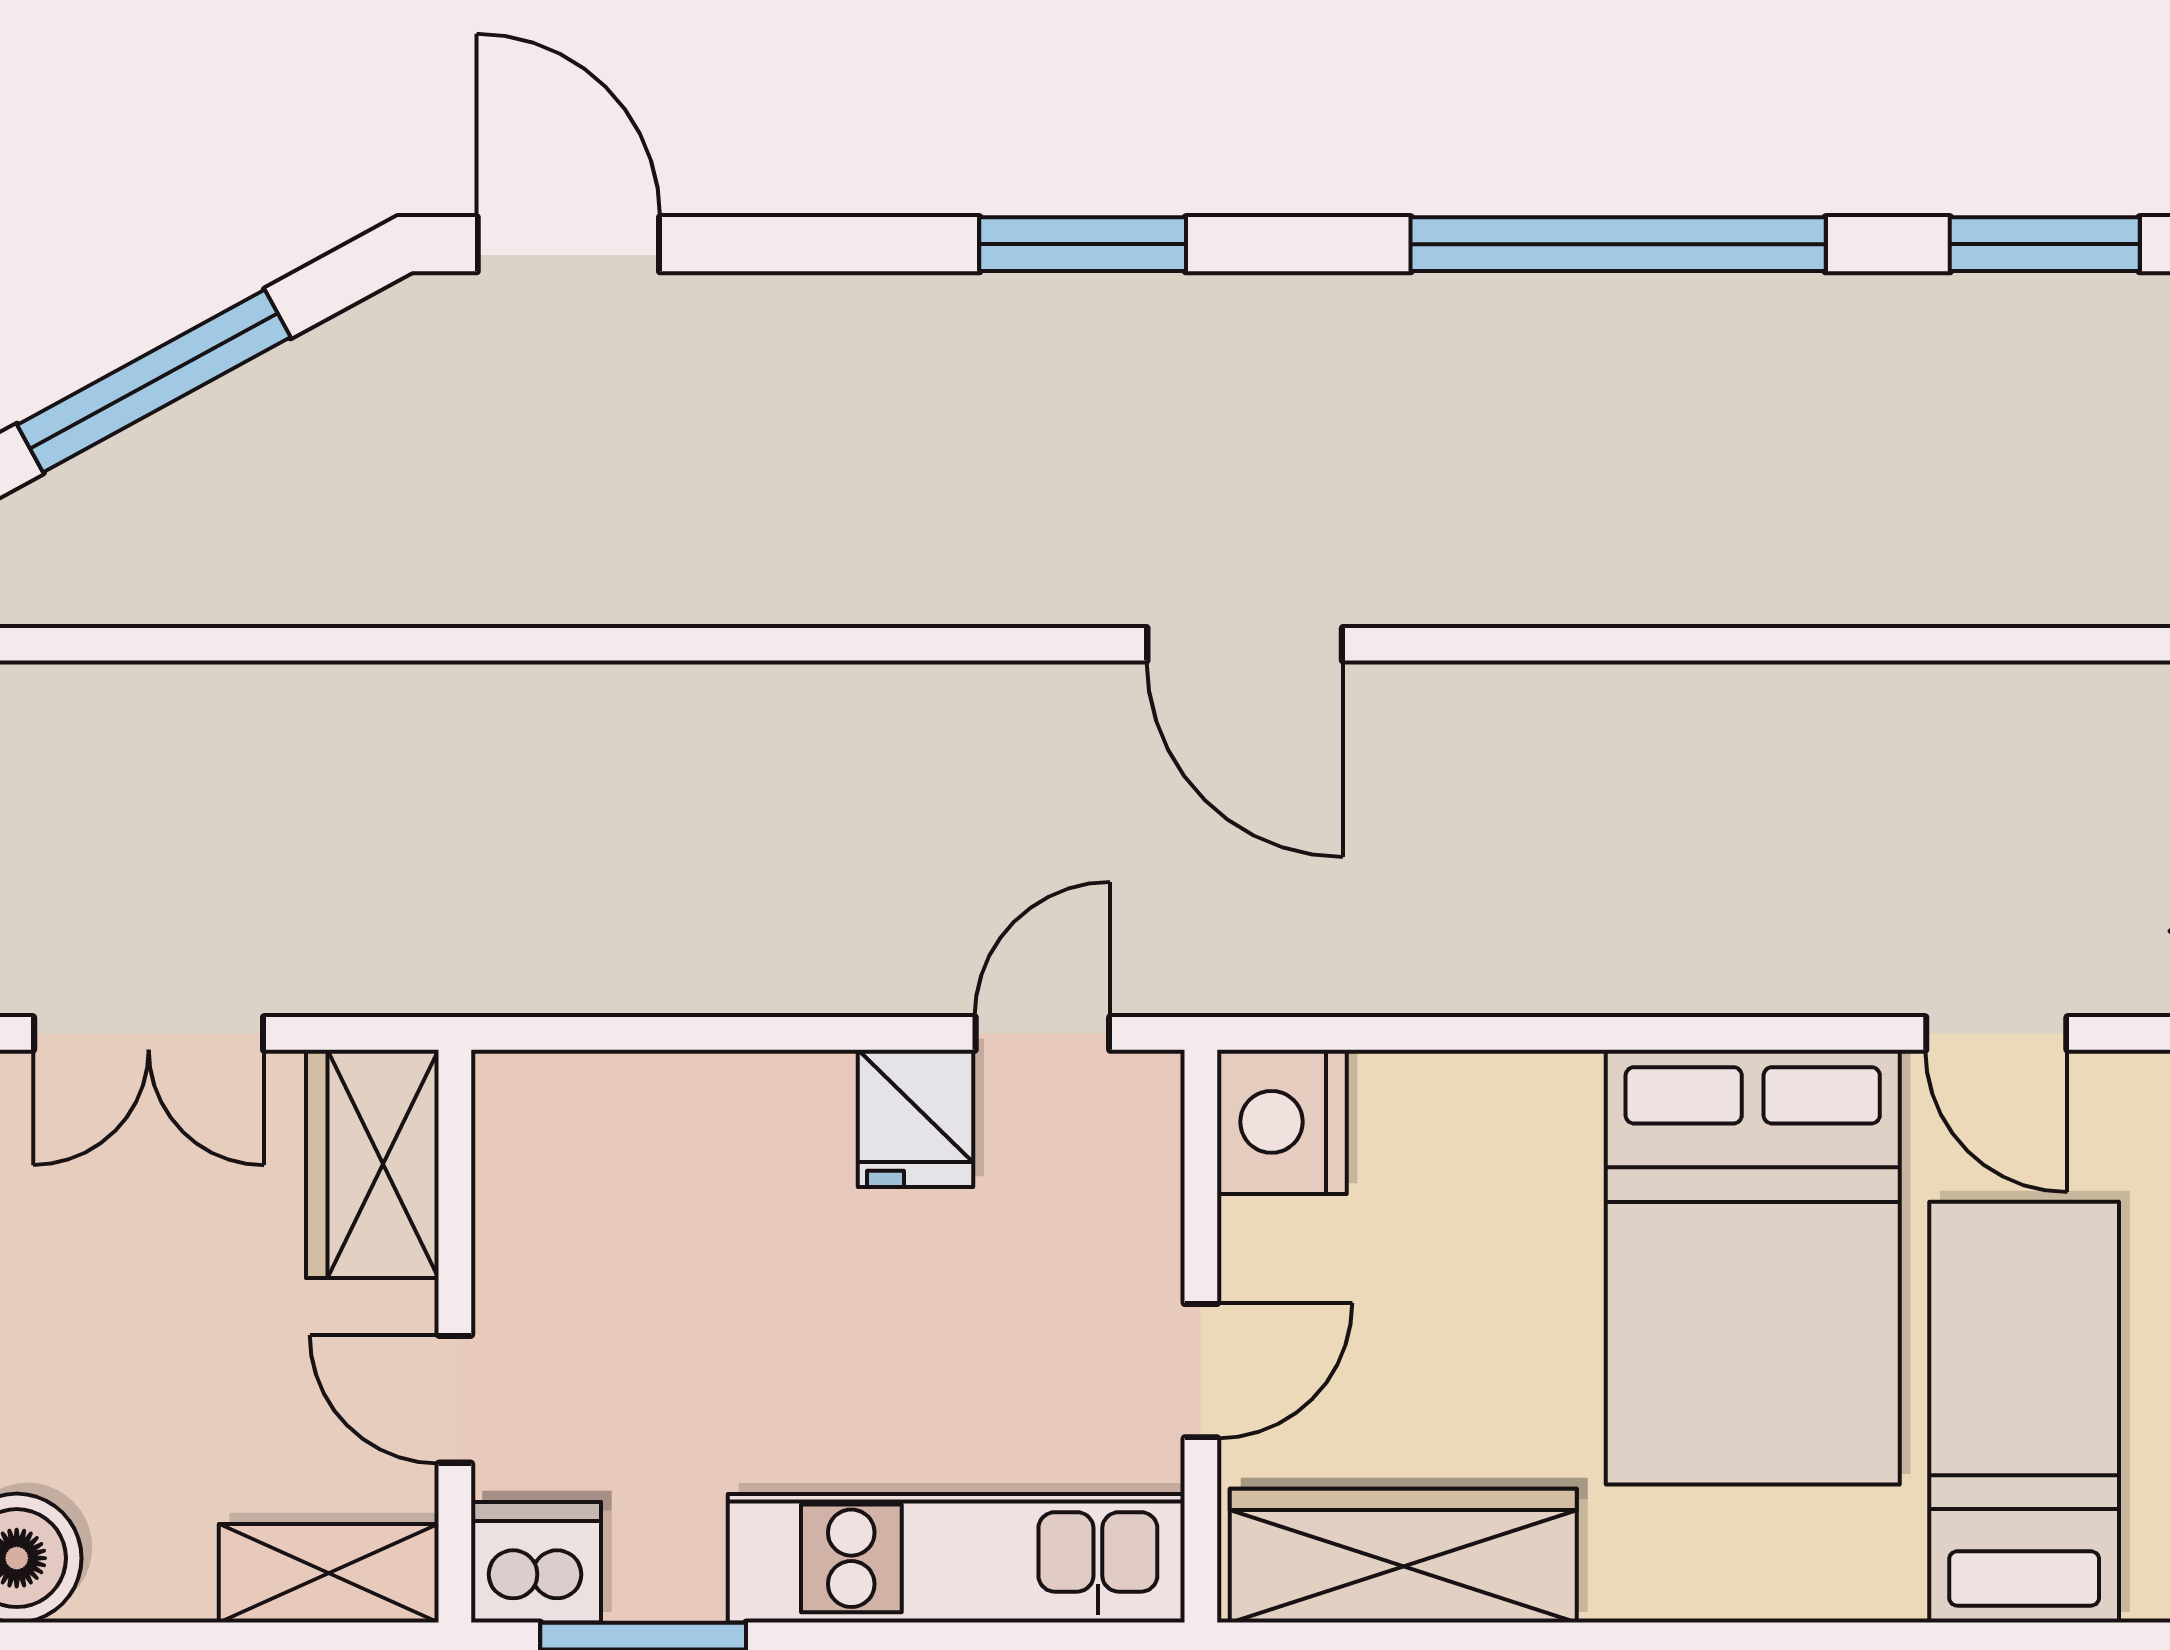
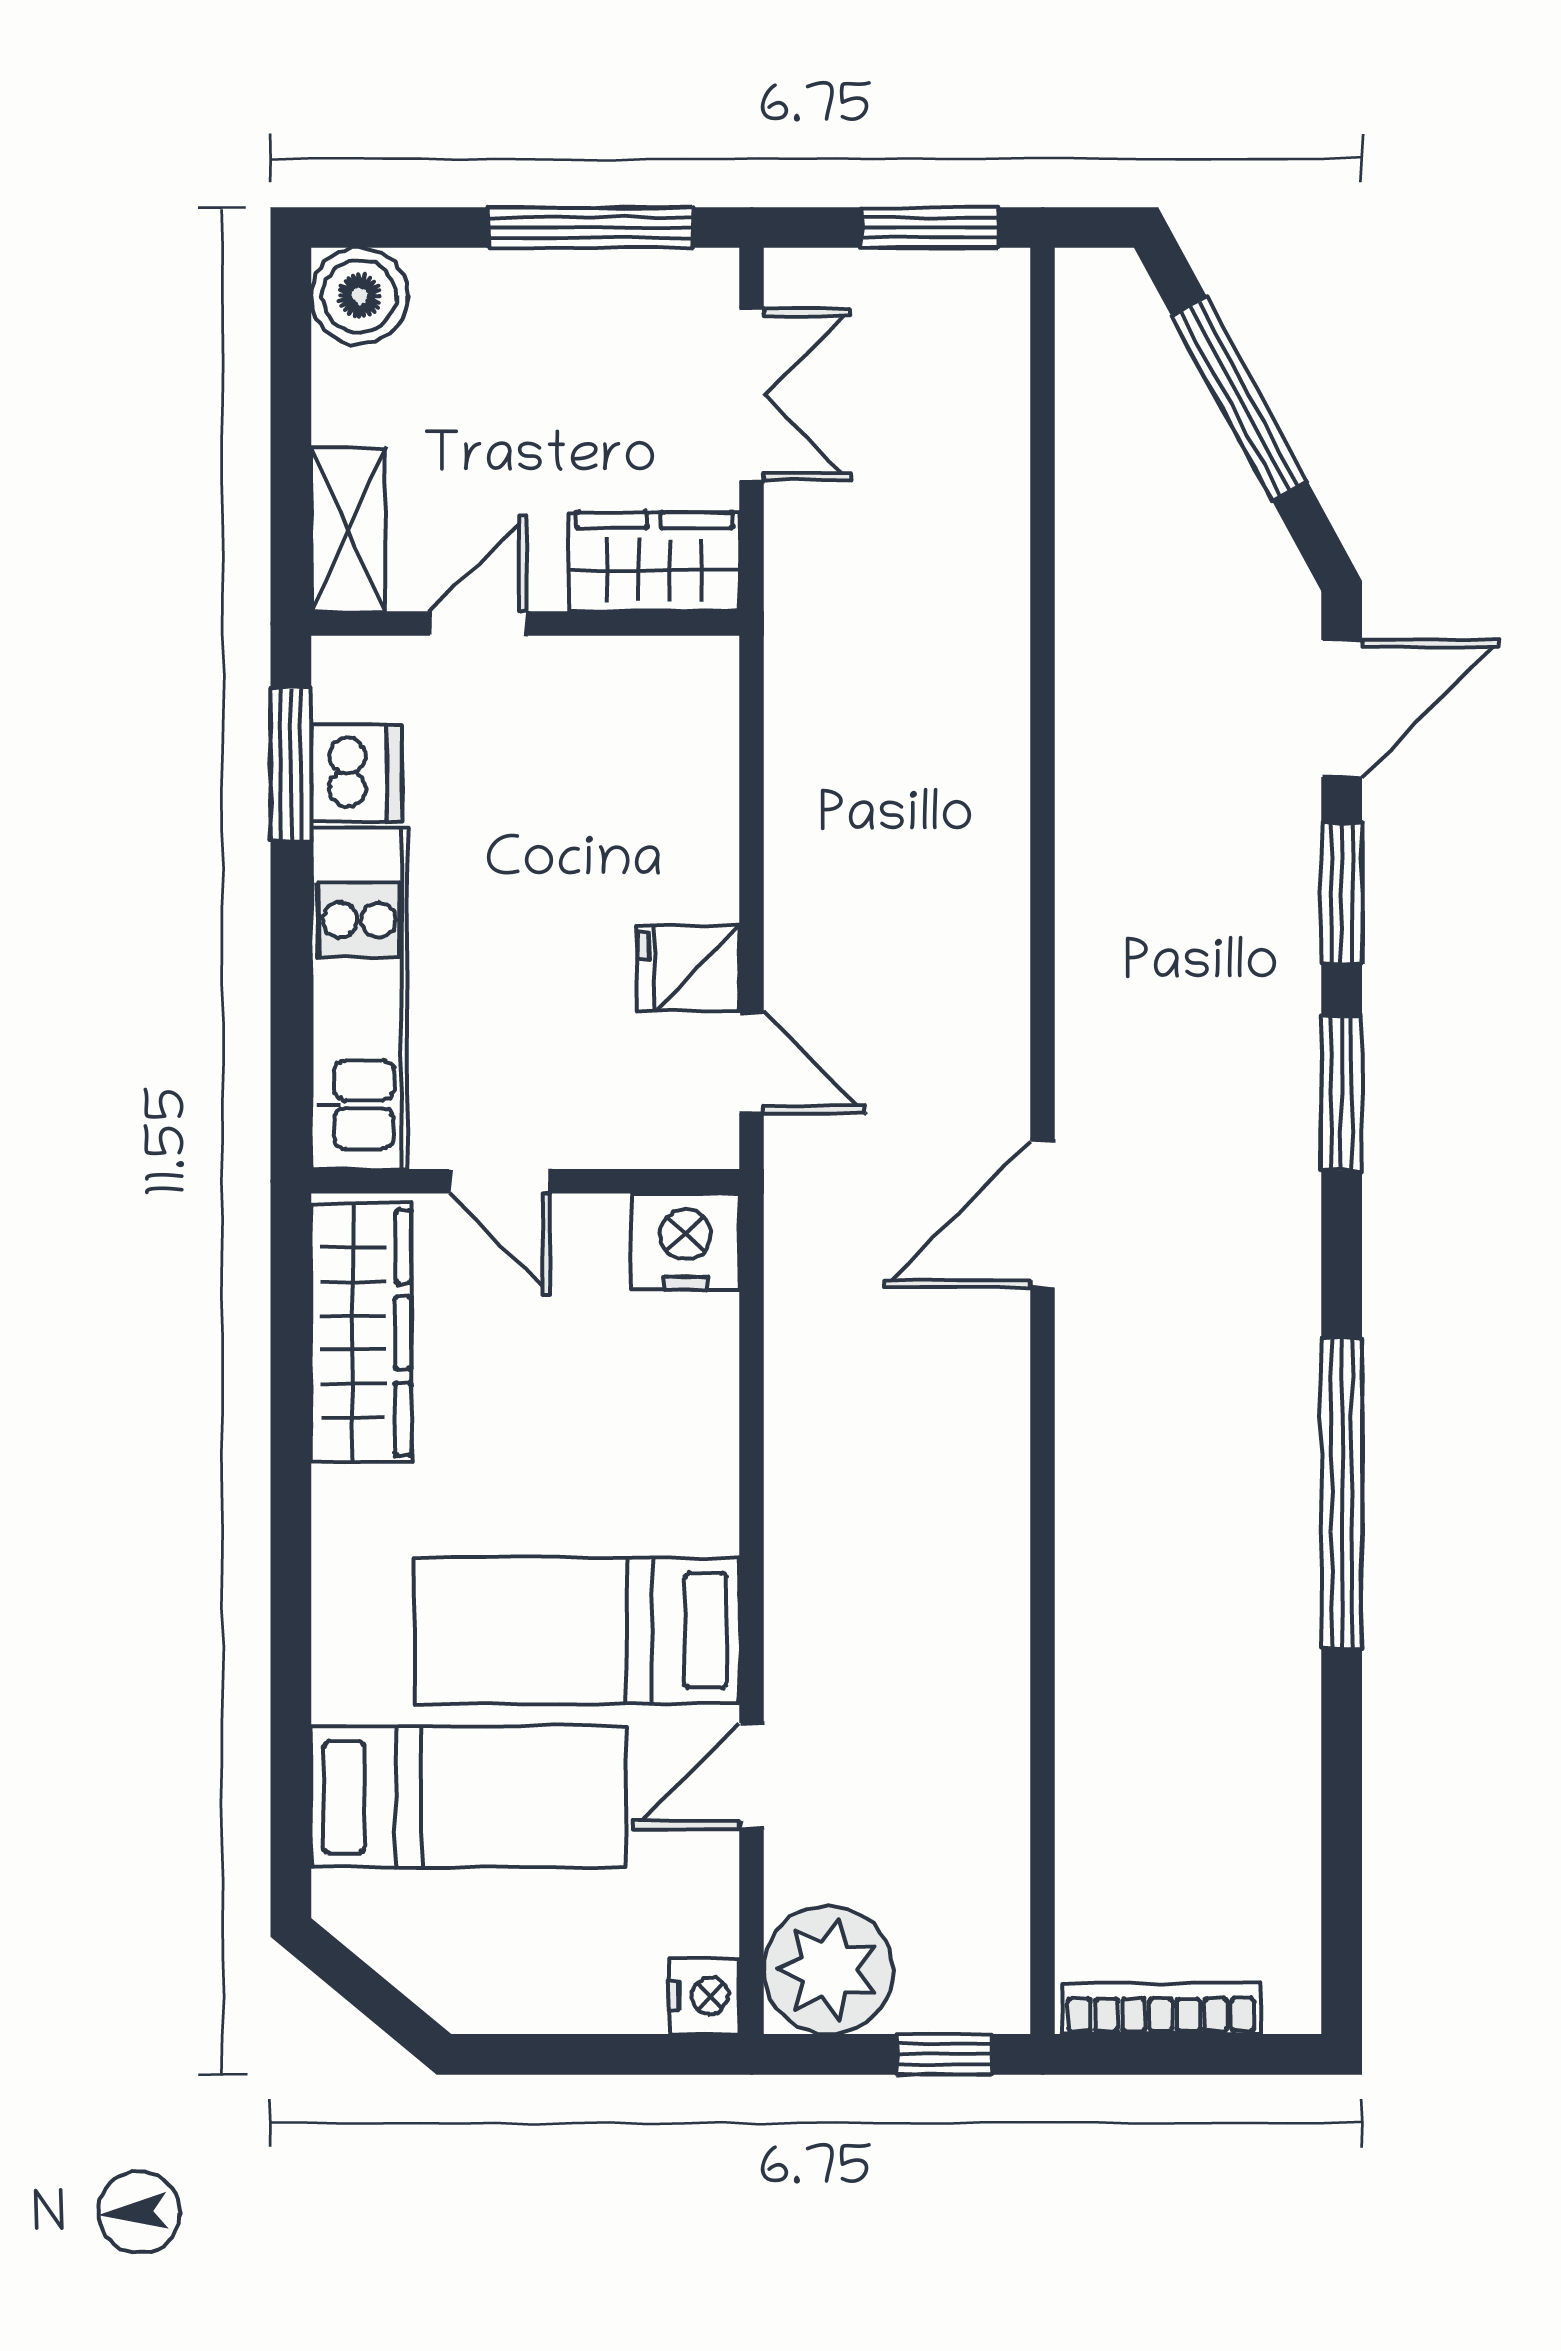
window: (2045, 244) -> (1342, 894), moved
double door: (149, 1033) -> (752, 395), swing flipped
bed: (1753, 1267) -> (577, 1631), width x0.67
dishwasher: (536, 1562) -> (356, 773), moved

